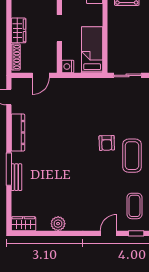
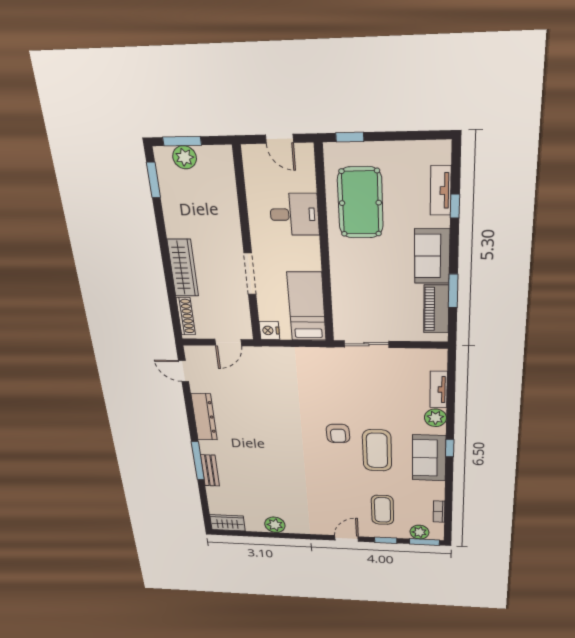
wardrobe: (19, 30) -> (183, 268), width x1.50

